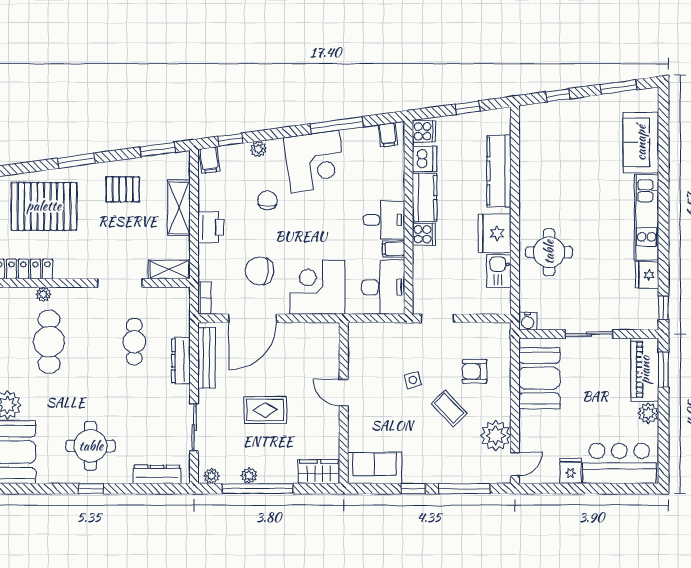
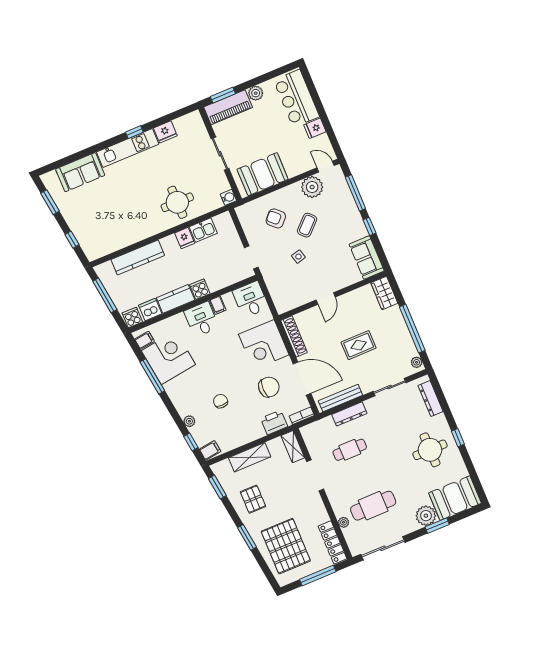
window: (468, 108) -> (105, 295), width x2.17
corner desk: (315, 161) -> (168, 358), moved
chair: (267, 200) -> (221, 401), turned 90
printer: (211, 227) -> (274, 422), moved
fridge: (494, 233) -> (185, 238), width x0.53, depth x0.75
chair: (260, 271) -> (269, 387), turned -97
desk: (383, 287) -> (251, 299), width x0.73
window: (663, 308) -> (134, 132), moved
shoe rack: (312, 331) -> (294, 336), added
armchair: (475, 371) -> (276, 218), turned 133
rug: (265, 410) -> (359, 345), turned 90
plant: (249, 476) -> (406, 338), removed

